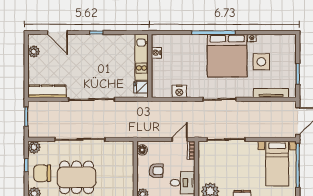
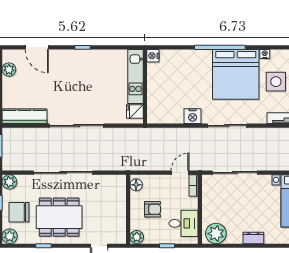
nightstand: (156, 53) -> (153, 56), moved
nightstand: (179, 91) -> (193, 116), moved

